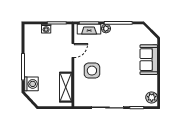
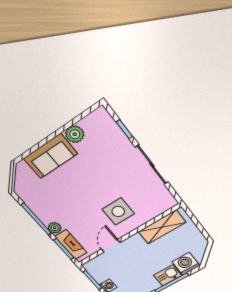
door: (73, 51) -> (111, 246), hinge flipped
kitchen sink: (30, 68) -> (168, 275), added
plant: (152, 97) -> (75, 134), moved

